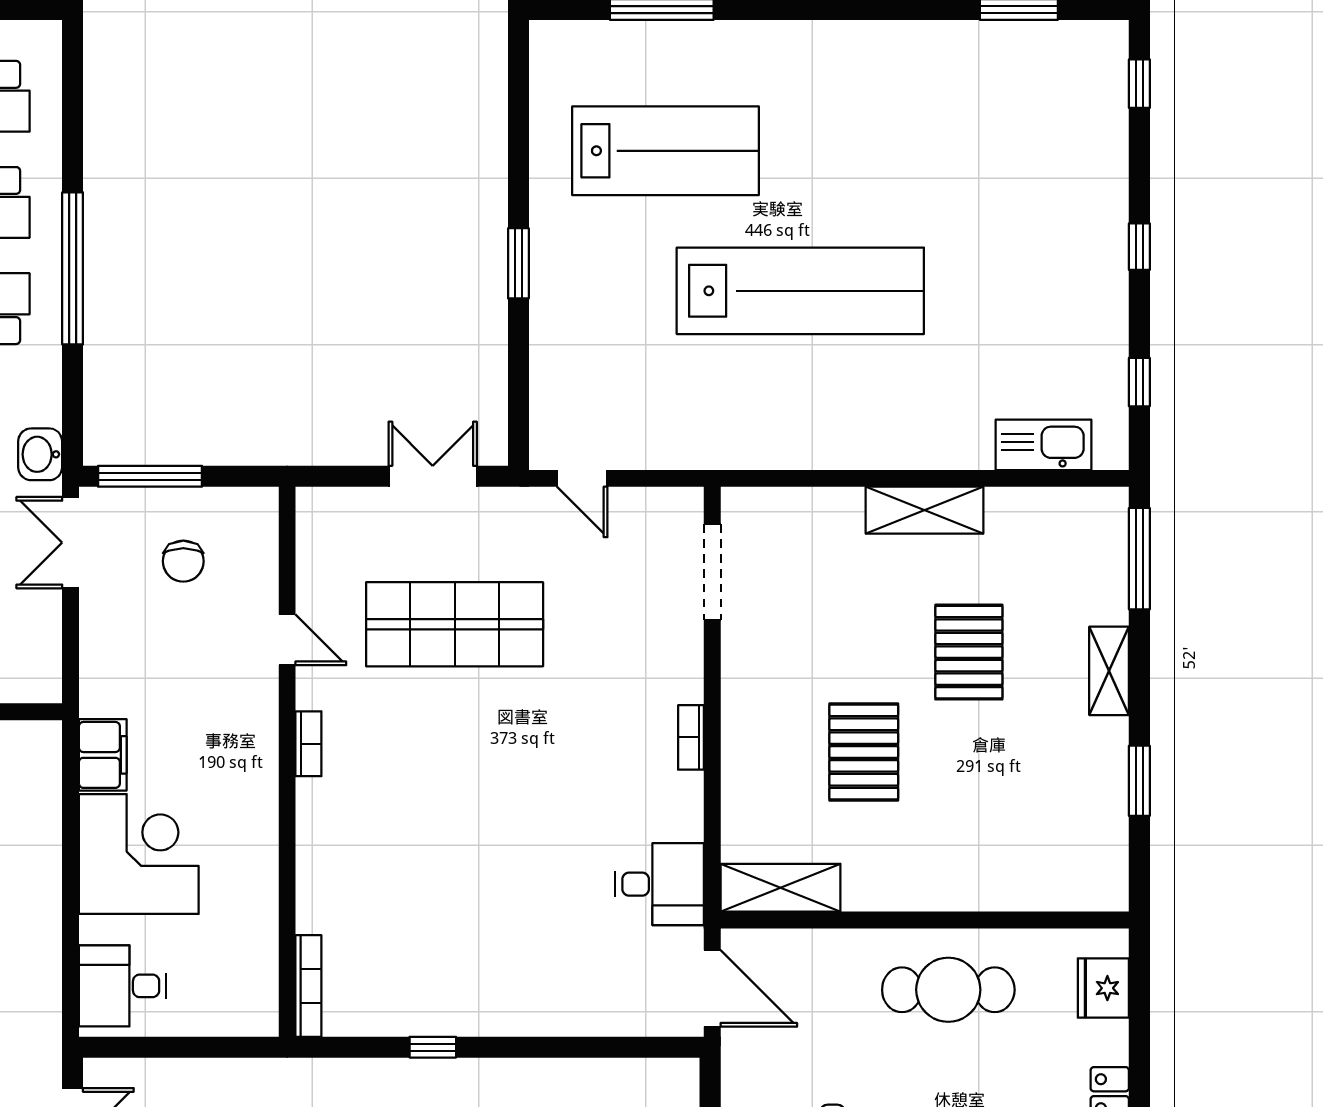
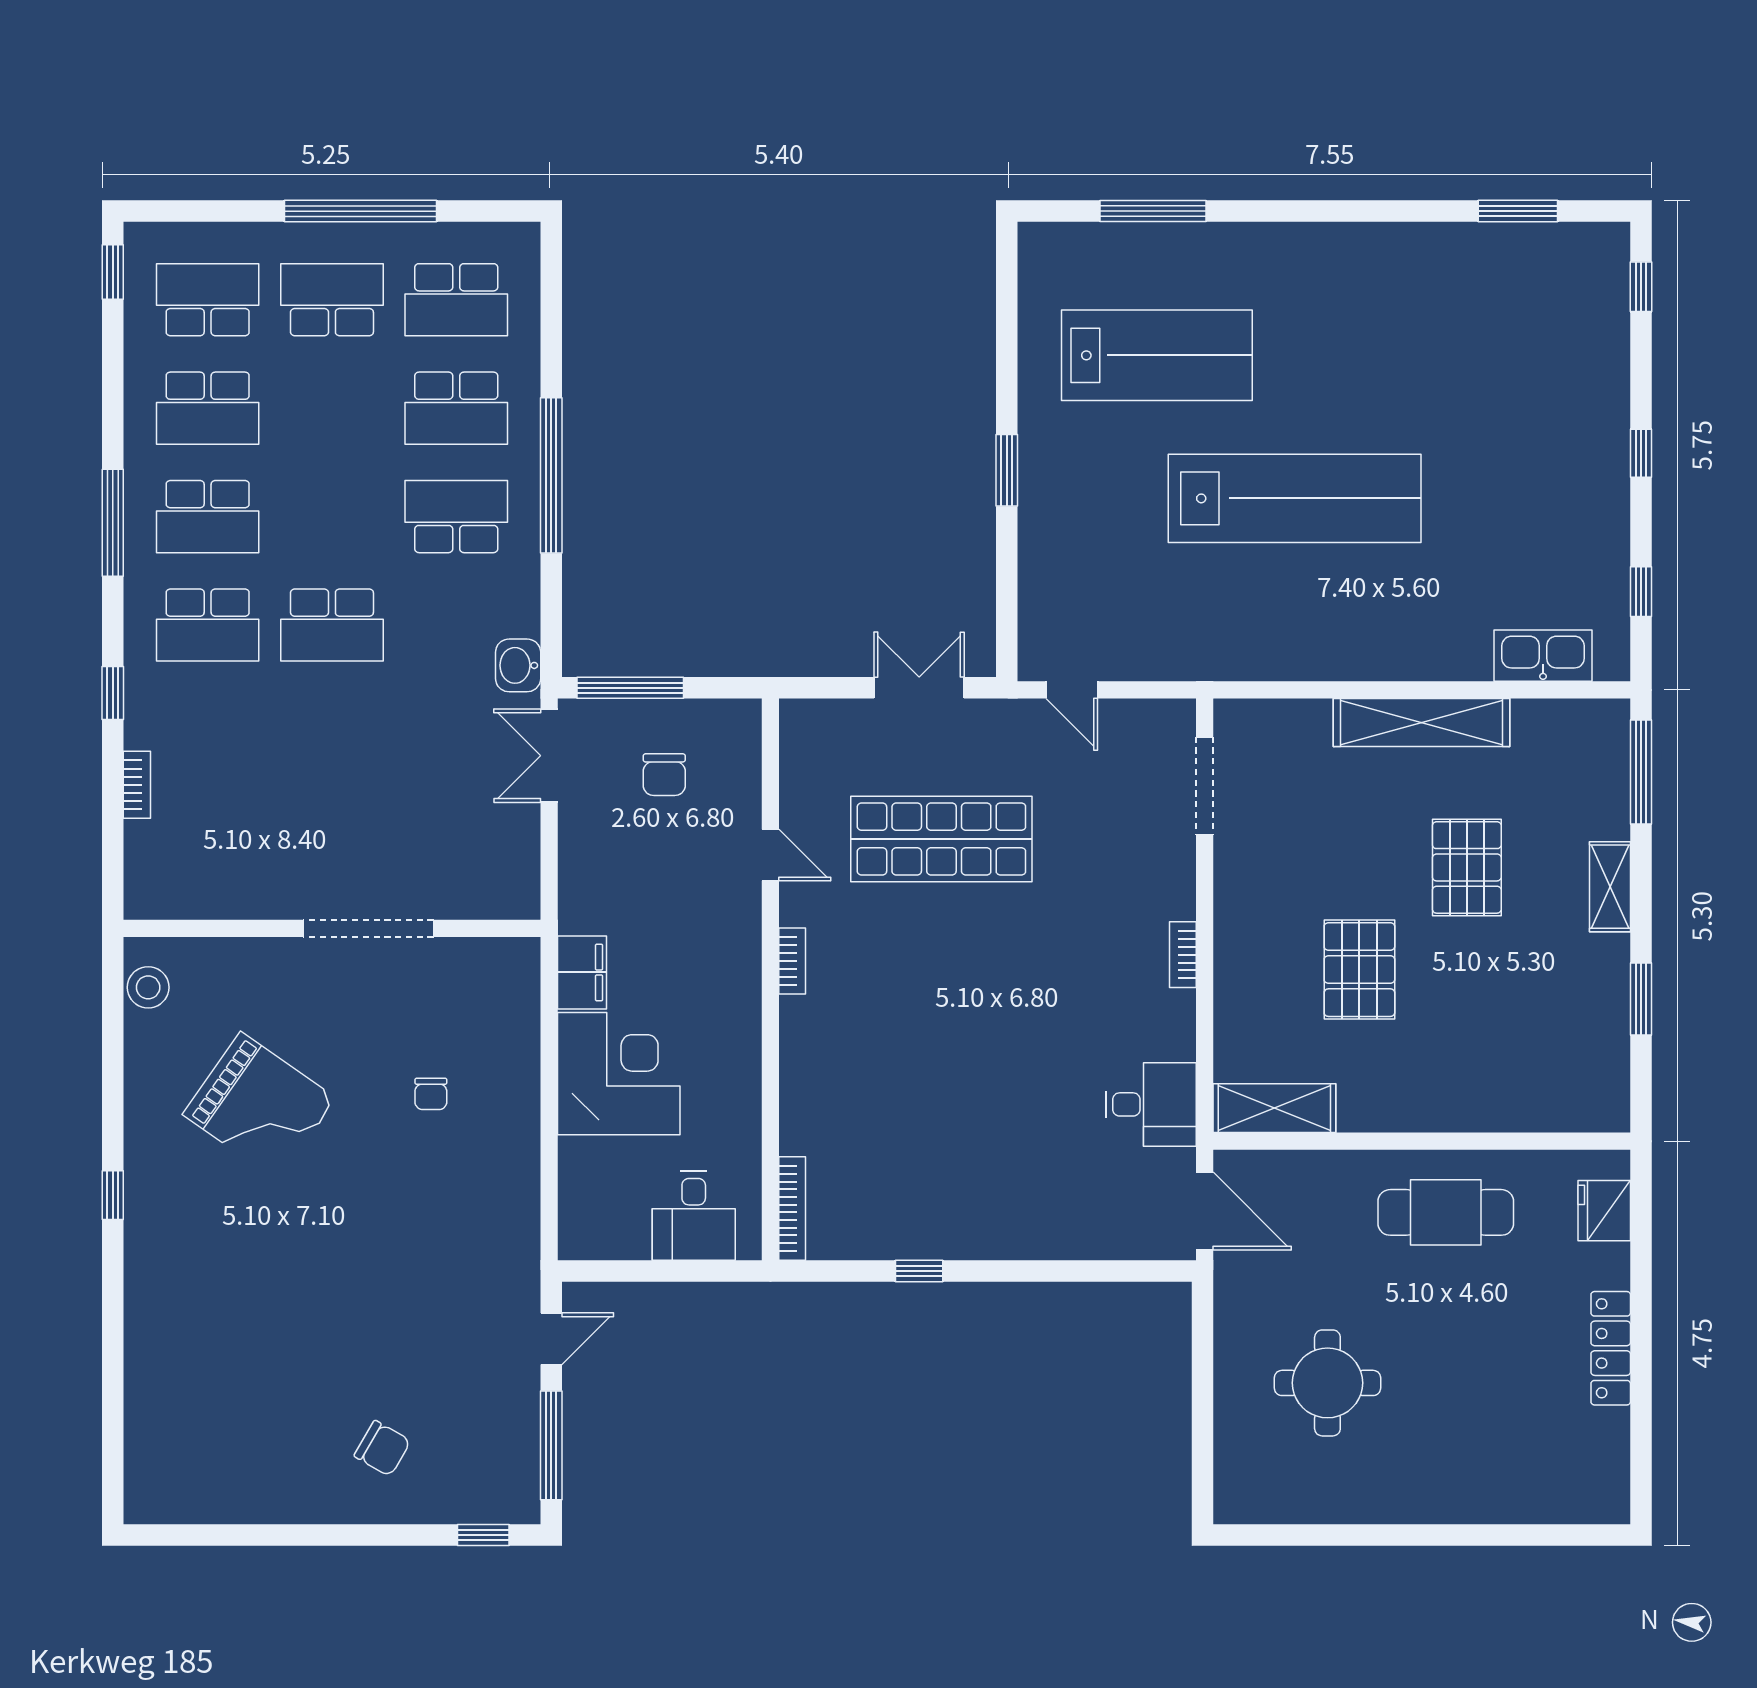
shelving: (925, 510) -> (1421, 723), width x1.47
desk: (123, 986) -> (694, 1216), moved, turned -90

